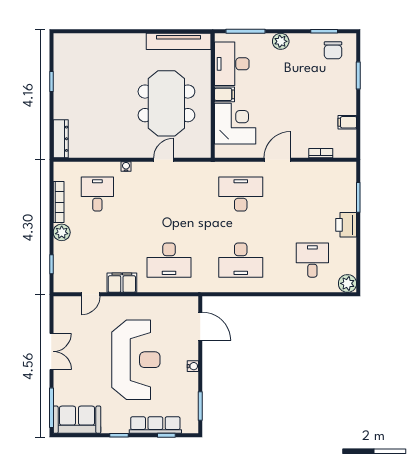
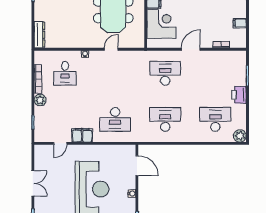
desk: (97, 194) -> (65, 73), turned 180
desk: (241, 260) -> (165, 119), turned 180
desk: (312, 260) -> (215, 119), width x1.37

